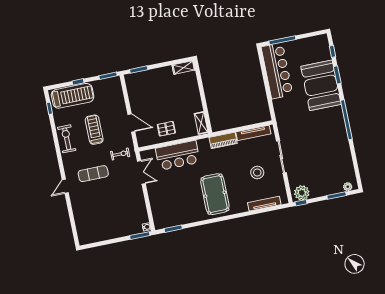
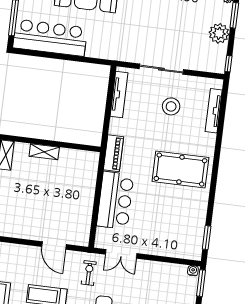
door: (131, 123) -> (54, 246), swing flipped
shelving: (201, 123) -> (44, 152), moved
pallet: (166, 129) -> (76, 203), removed
piano: (223, 140) -> (113, 153), moved
double door: (141, 172) -> (121, 254), swing flipped
plant: (302, 193) -> (219, 33), moved

